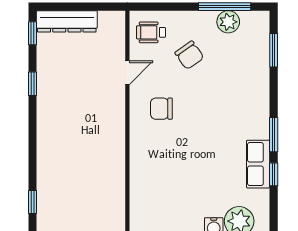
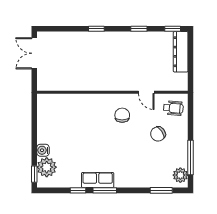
plant: (228, 22) -> (180, 175), moved
wheelchair: (151, 32) -> (173, 108), turned 95
row of seats: (258, 164) -> (98, 180), moved
window: (33, 202) -> (96, 29), moved

